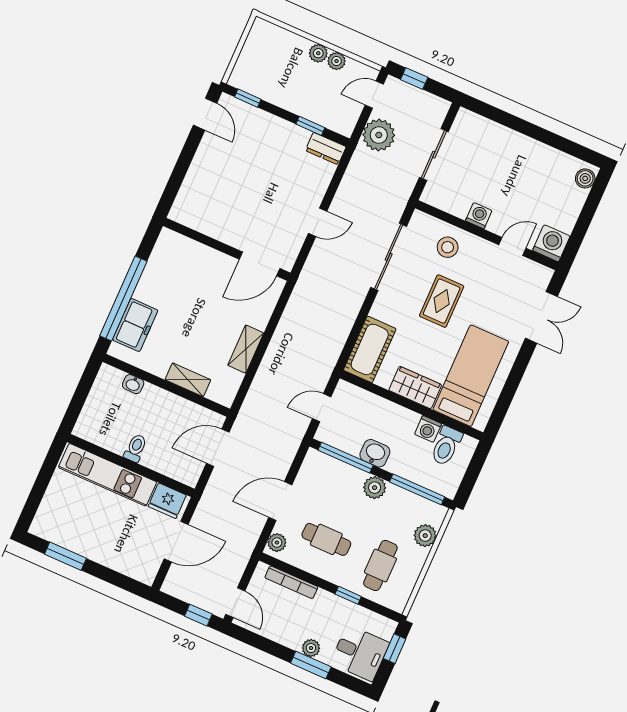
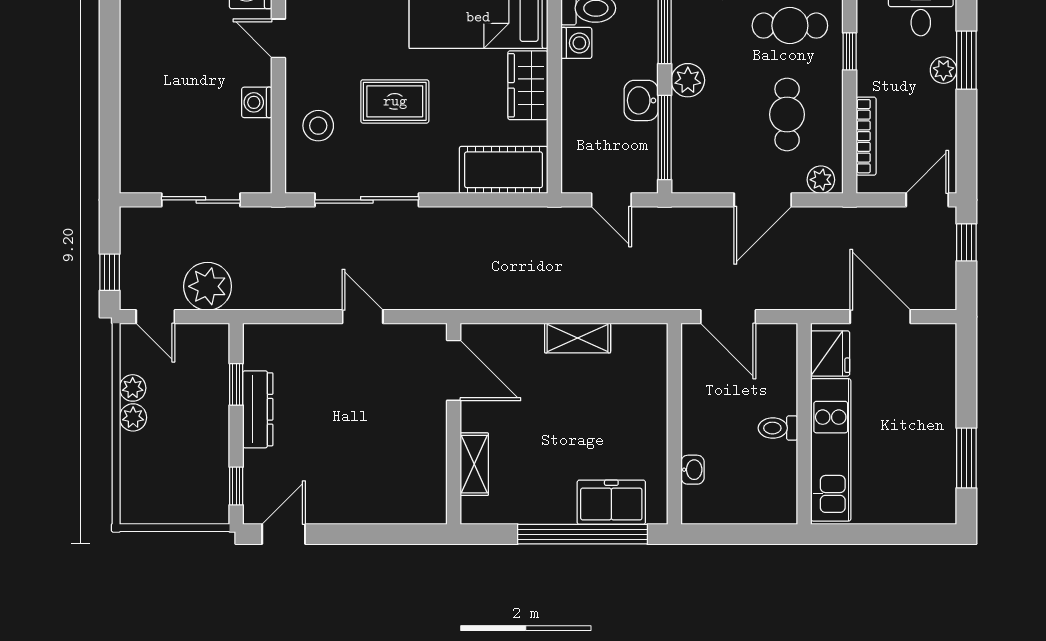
dresser: (326, 149) -> (258, 409), moved, width x1.44
shelving: (188, 380) -> (474, 464), moved
door: (280, 501) -> (763, 200), hinge flipped

